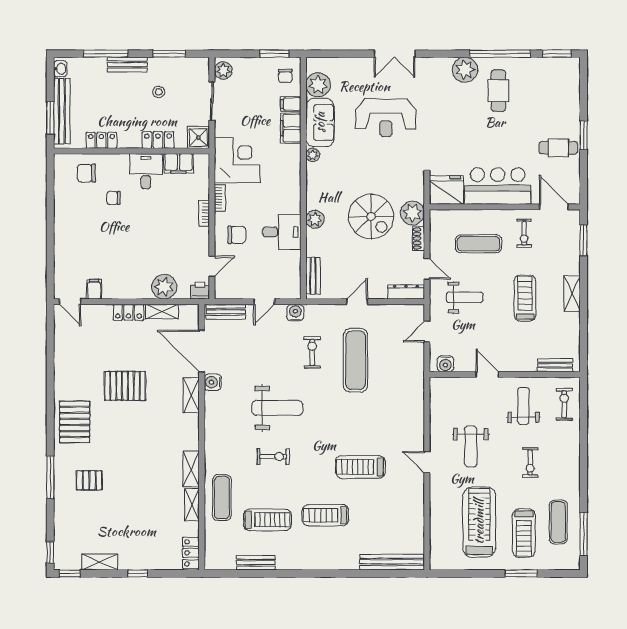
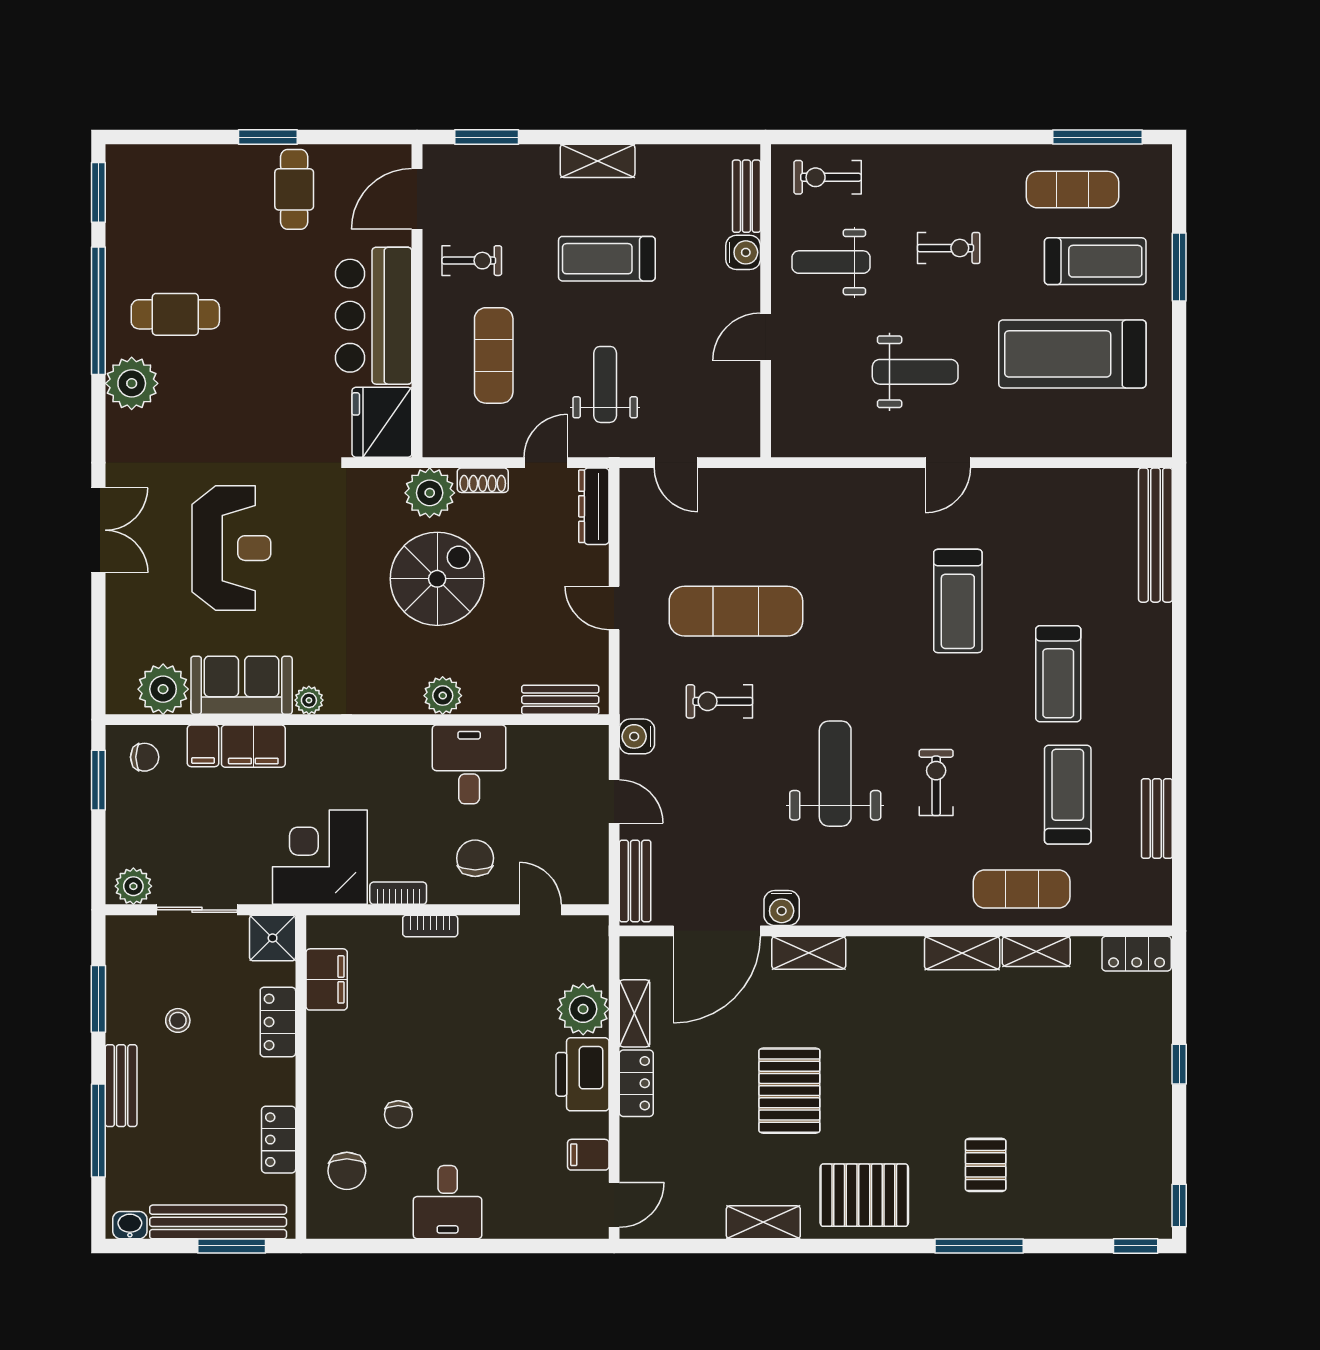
desk: (146, 171) -> (448, 1202), moved, turned -90
printer: (200, 291) -> (583, 1074), moved, width x1.87, depth x1.48
water cooler: (445, 364) -> (743, 252), moved
shelving: (100, 562) -> (763, 1222), moved, turned 90

